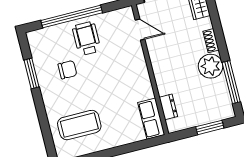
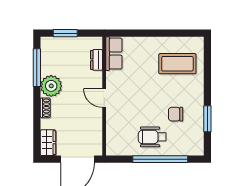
door: (140, 30) -> (104, 98), moved
wheelchair: (86, 38) -> (152, 137), turned 90

